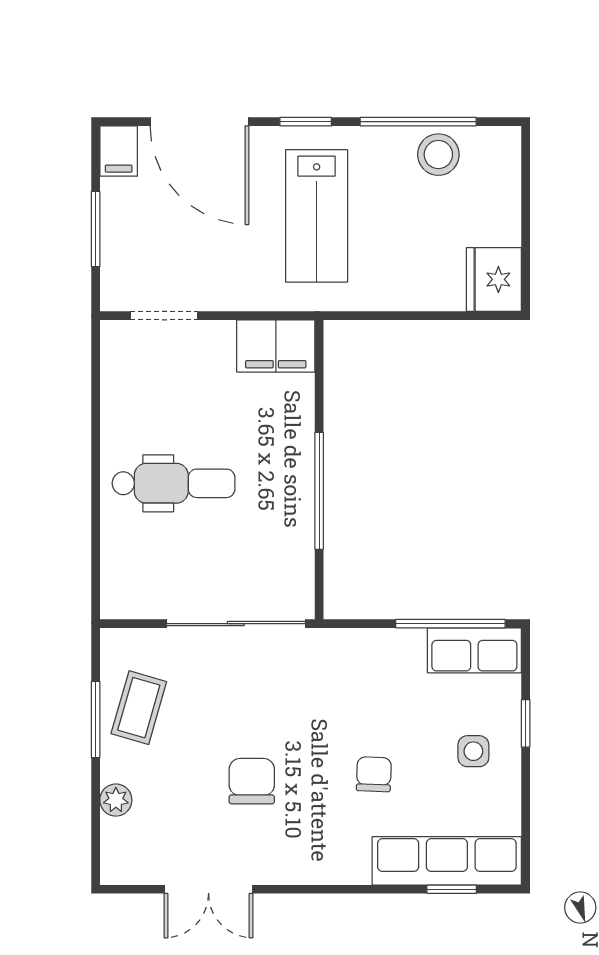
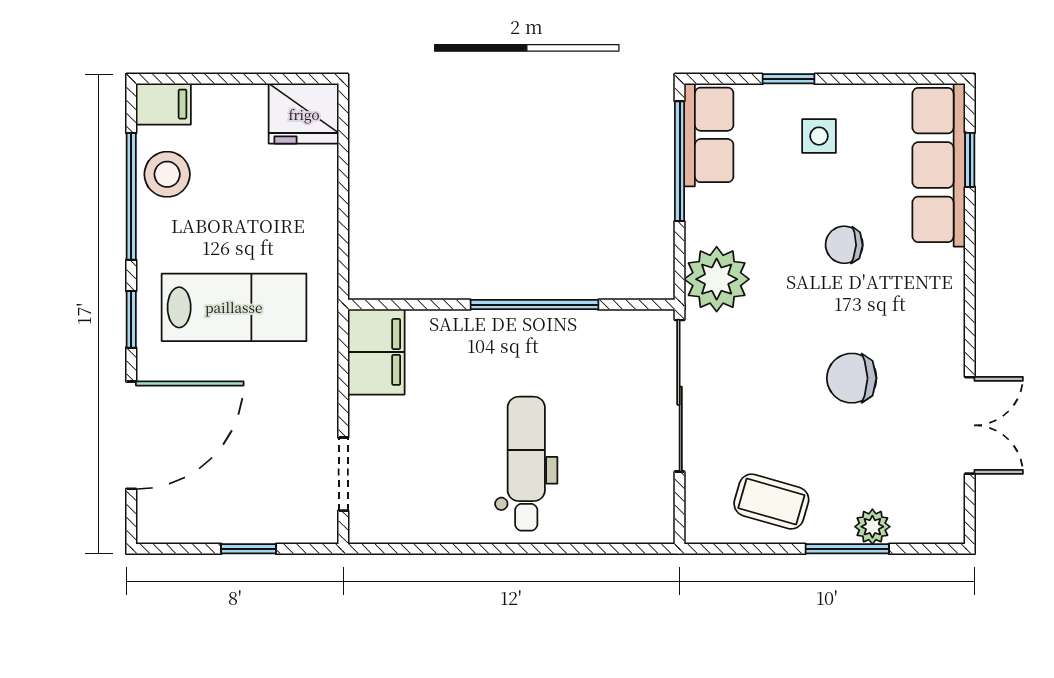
filing cabinet: (119, 151) -> (163, 104), moved
window: (96, 229) -> (249, 549), width x0.67
plant: (342, 658) -> (717, 279), added
window: (96, 720) -> (847, 549), moved

